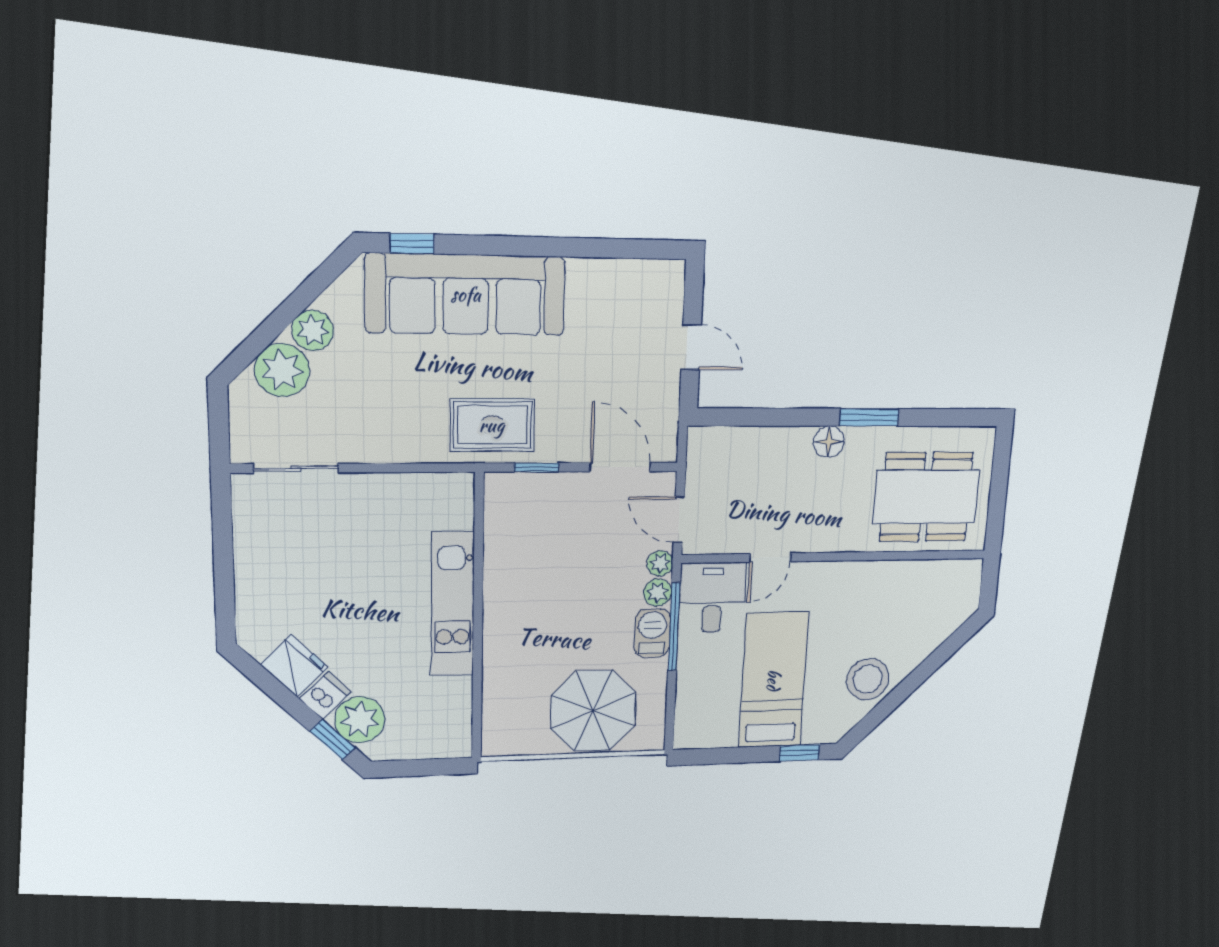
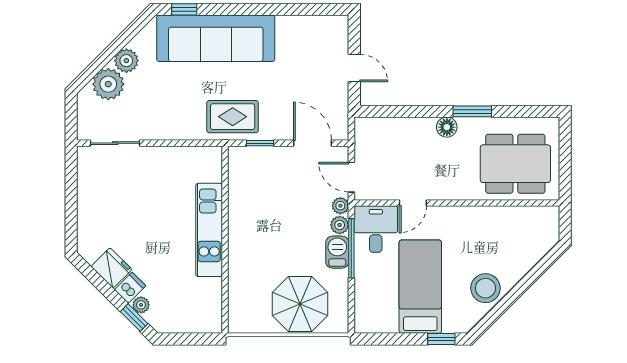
plant: (360, 720) -> (141, 305), width x0.53, depth x0.53

